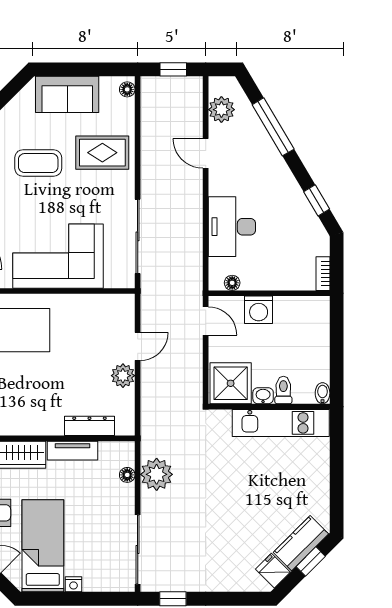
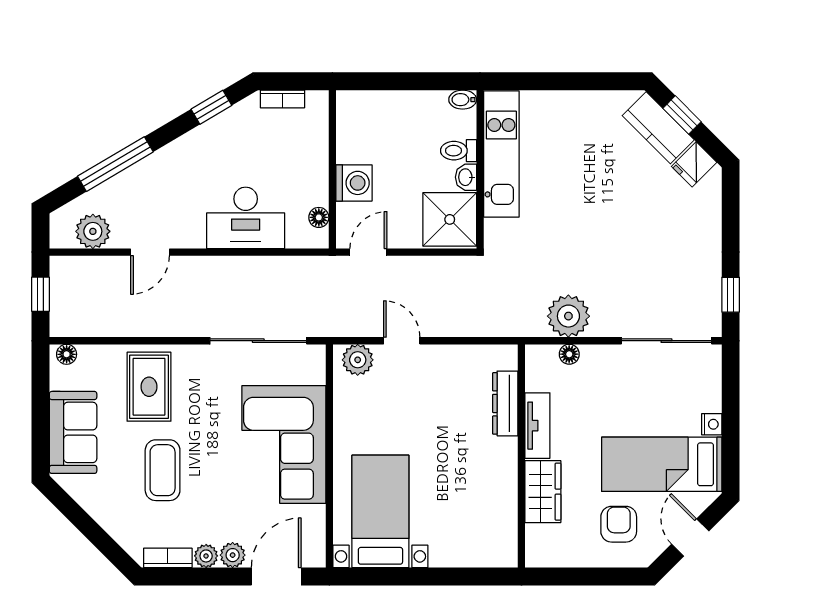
bookcase: (323, 274) -> (282, 99), moved
plant: (123, 376) -> (358, 360), moved

